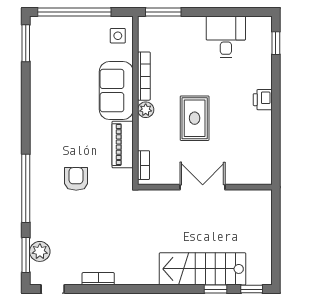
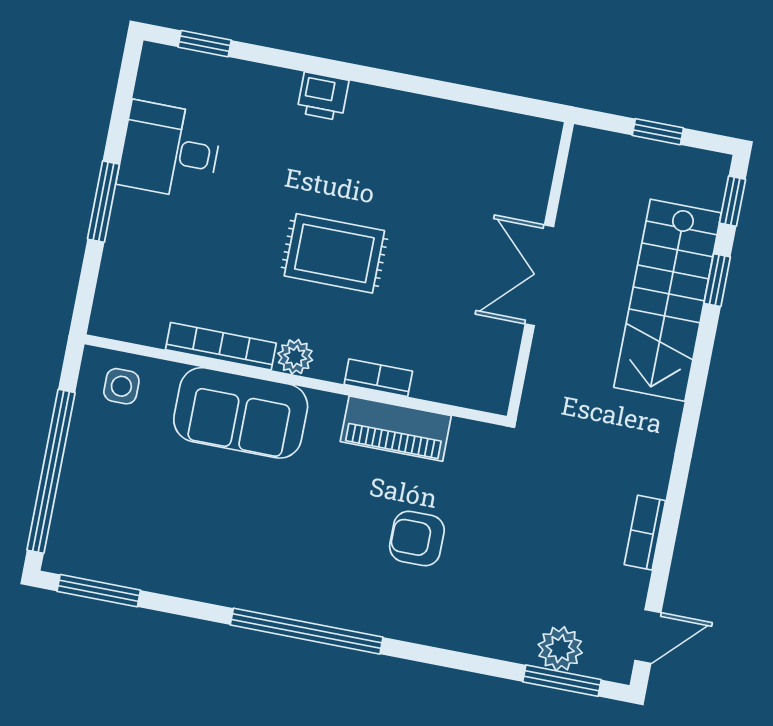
window: (163, 12) -> (103, 202), moved
piano: (123, 145) -> (396, 429), moved
bookcase: (144, 165) -> (378, 378), moved
double door: (203, 187) -> (539, 275), moved
wall: (205, 187) -> (540, 270), moved
window: (26, 188) -> (307, 631), moved
window: (276, 250) -> (658, 132), added

